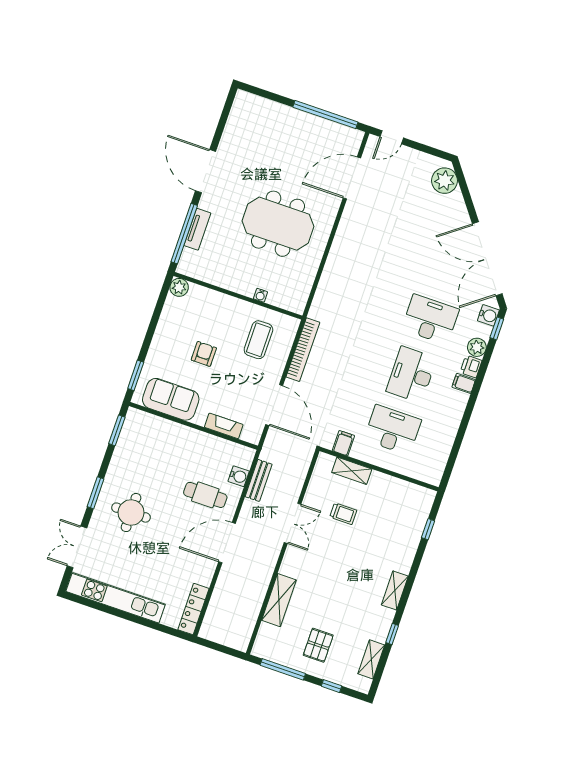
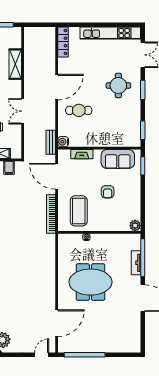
coffee table: (258, 340) -> (79, 211), width x1.36, depth x1.32
water cooler: (239, 476) -> (63, 142), moved
bench: (259, 480) -> (51, 142), moved

